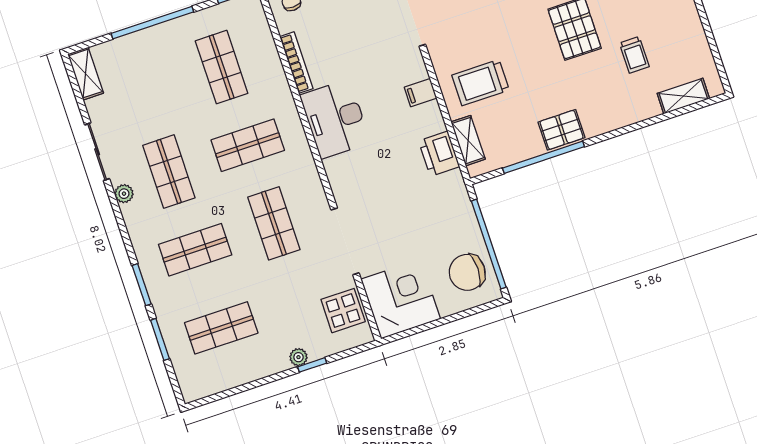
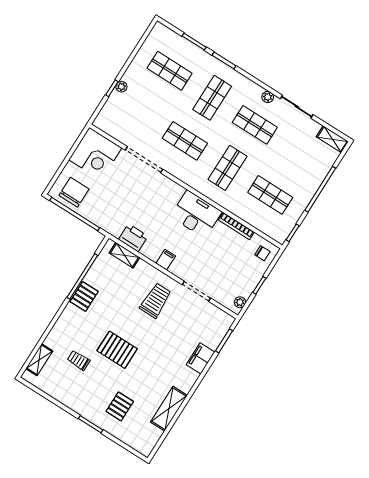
trolley: (480, 83) -> (156, 301), moved
display table: (343, 311) -> (118, 126), removed
shop shelf: (221, 328) -> (170, 71), turned 90

